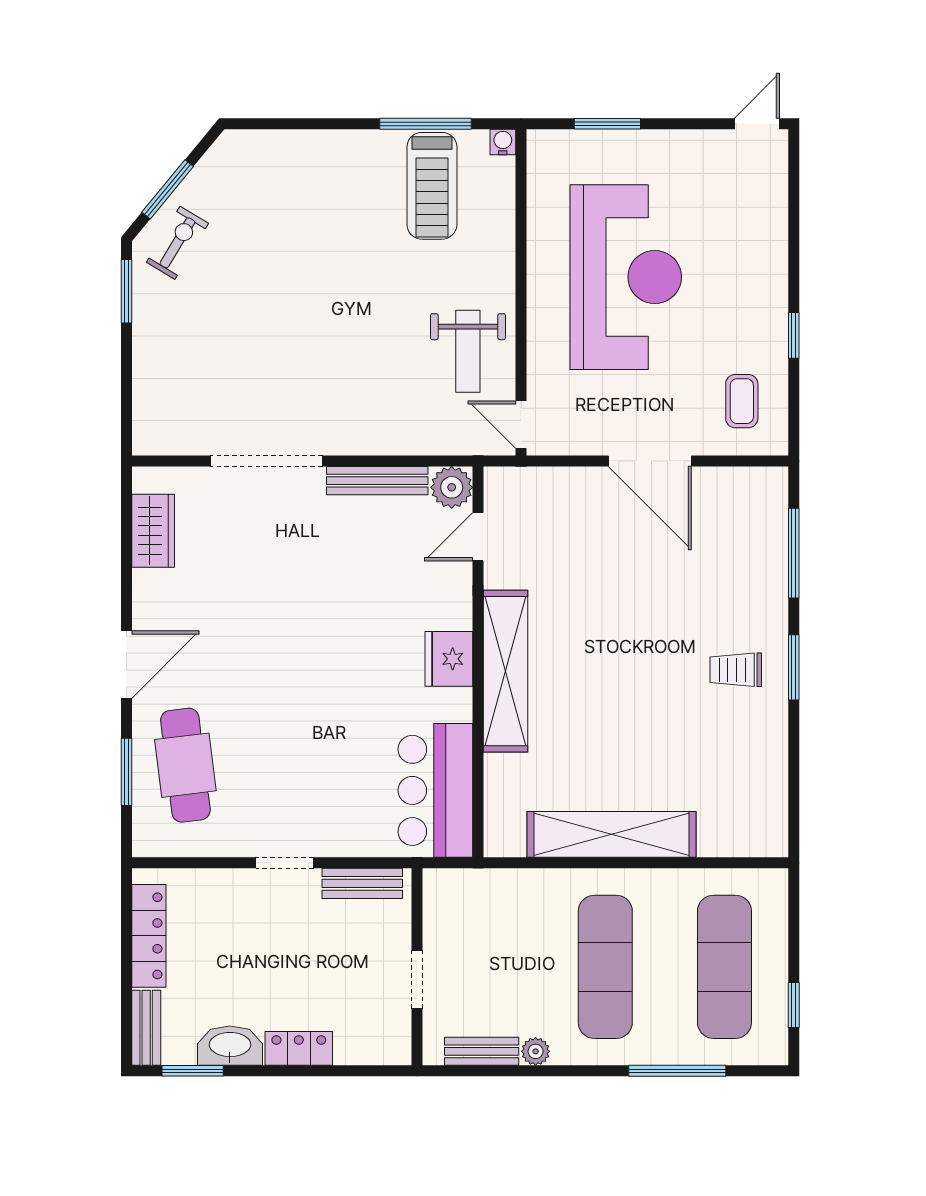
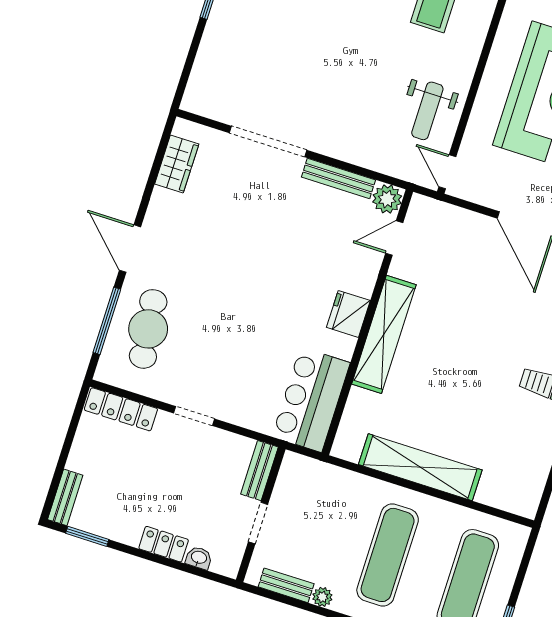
door: (126, 665) -> (130, 249), swing flipped
window: (126, 772) -> (107, 321), width x1.44
bench: (362, 883) -> (259, 471), moved, turned 90
locker: (149, 936) -> (121, 409), moved, turned 90
washbasin: (230, 1046) -> (199, 558), moved, width x0.52, depth x0.69

